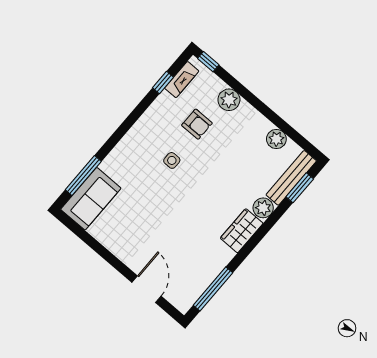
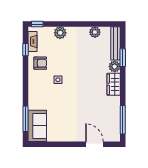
armchair: (197, 124) -> (40, 63), moved
window: (300, 188) -> (123, 58), moved

